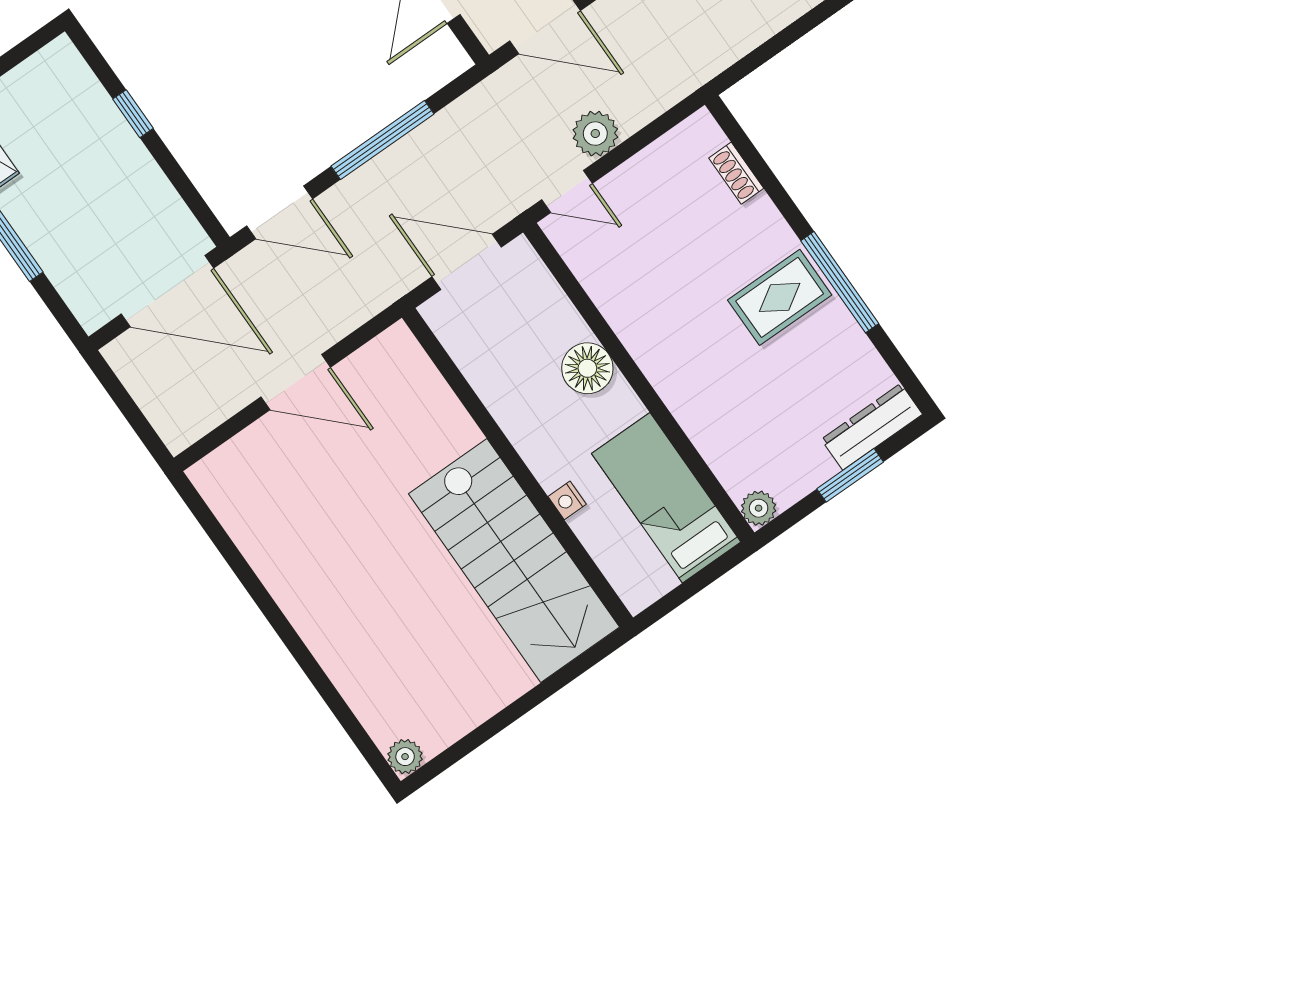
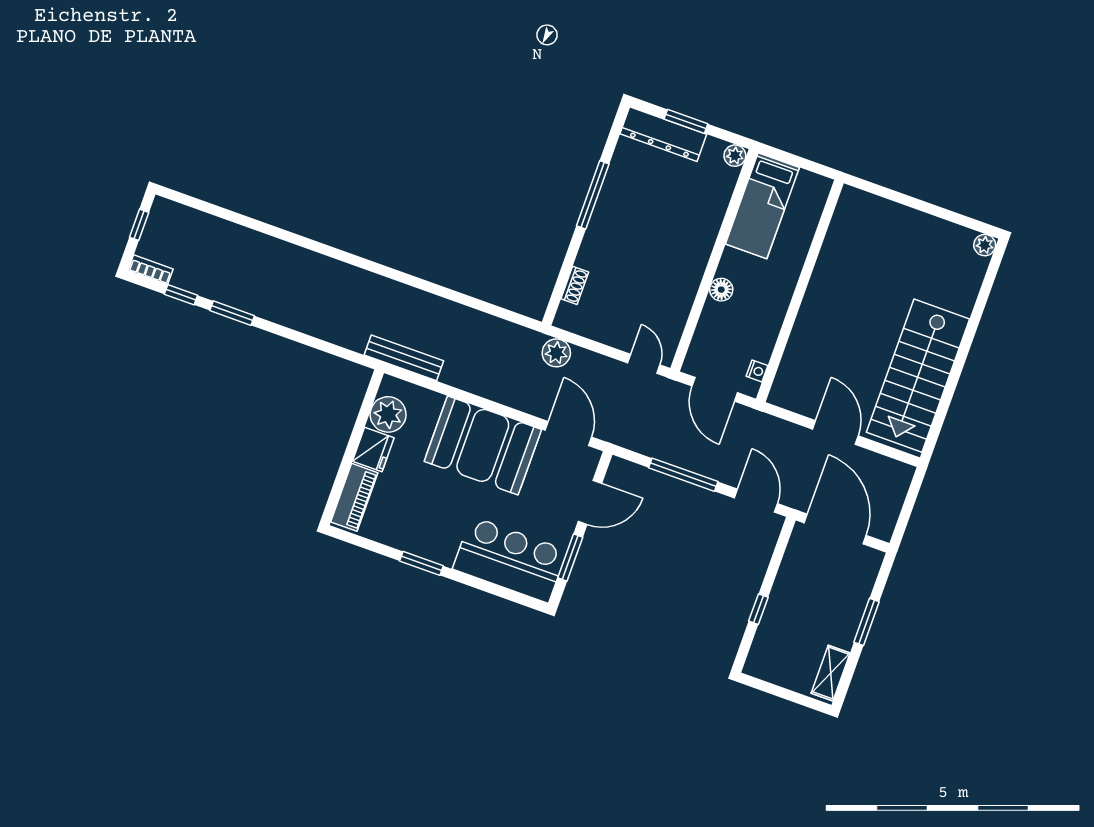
plant: (595, 134) -> (556, 353), moved
rug: (780, 297) -> (622, 220), removed
floor lamp: (587, 368) -> (721, 290), width x0.73, depth x0.73
dresser: (872, 427) -> (663, 134), width x1.37, depth x1.24
nightstand: (567, 500) -> (757, 371), moved
stairs: (514, 560) -> (918, 376), moved, turned 180

